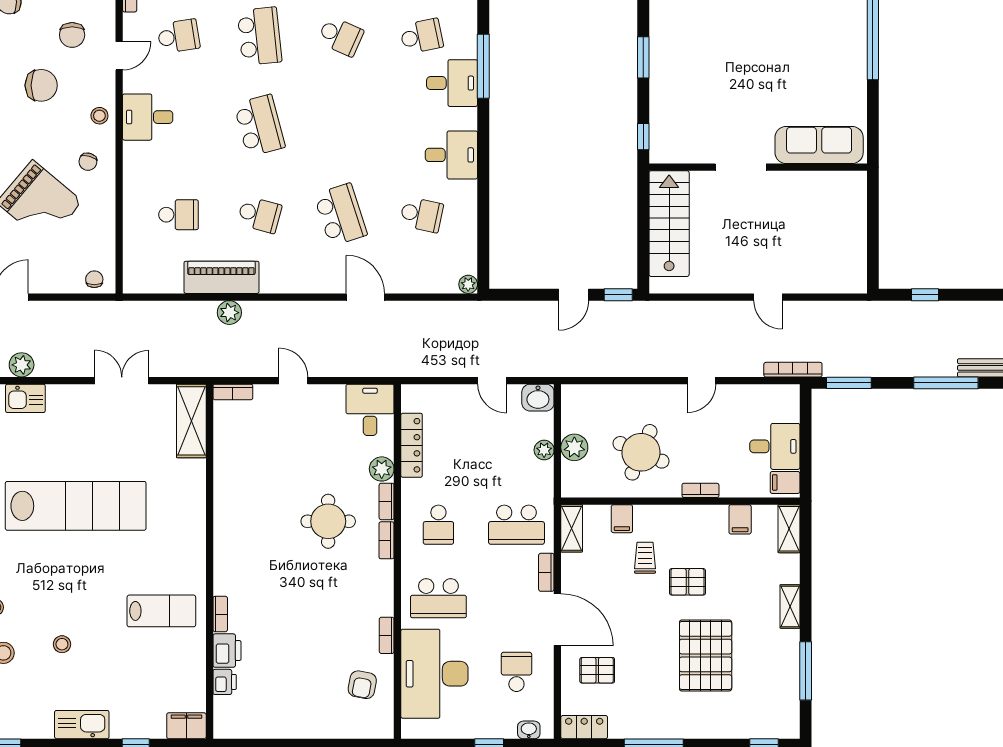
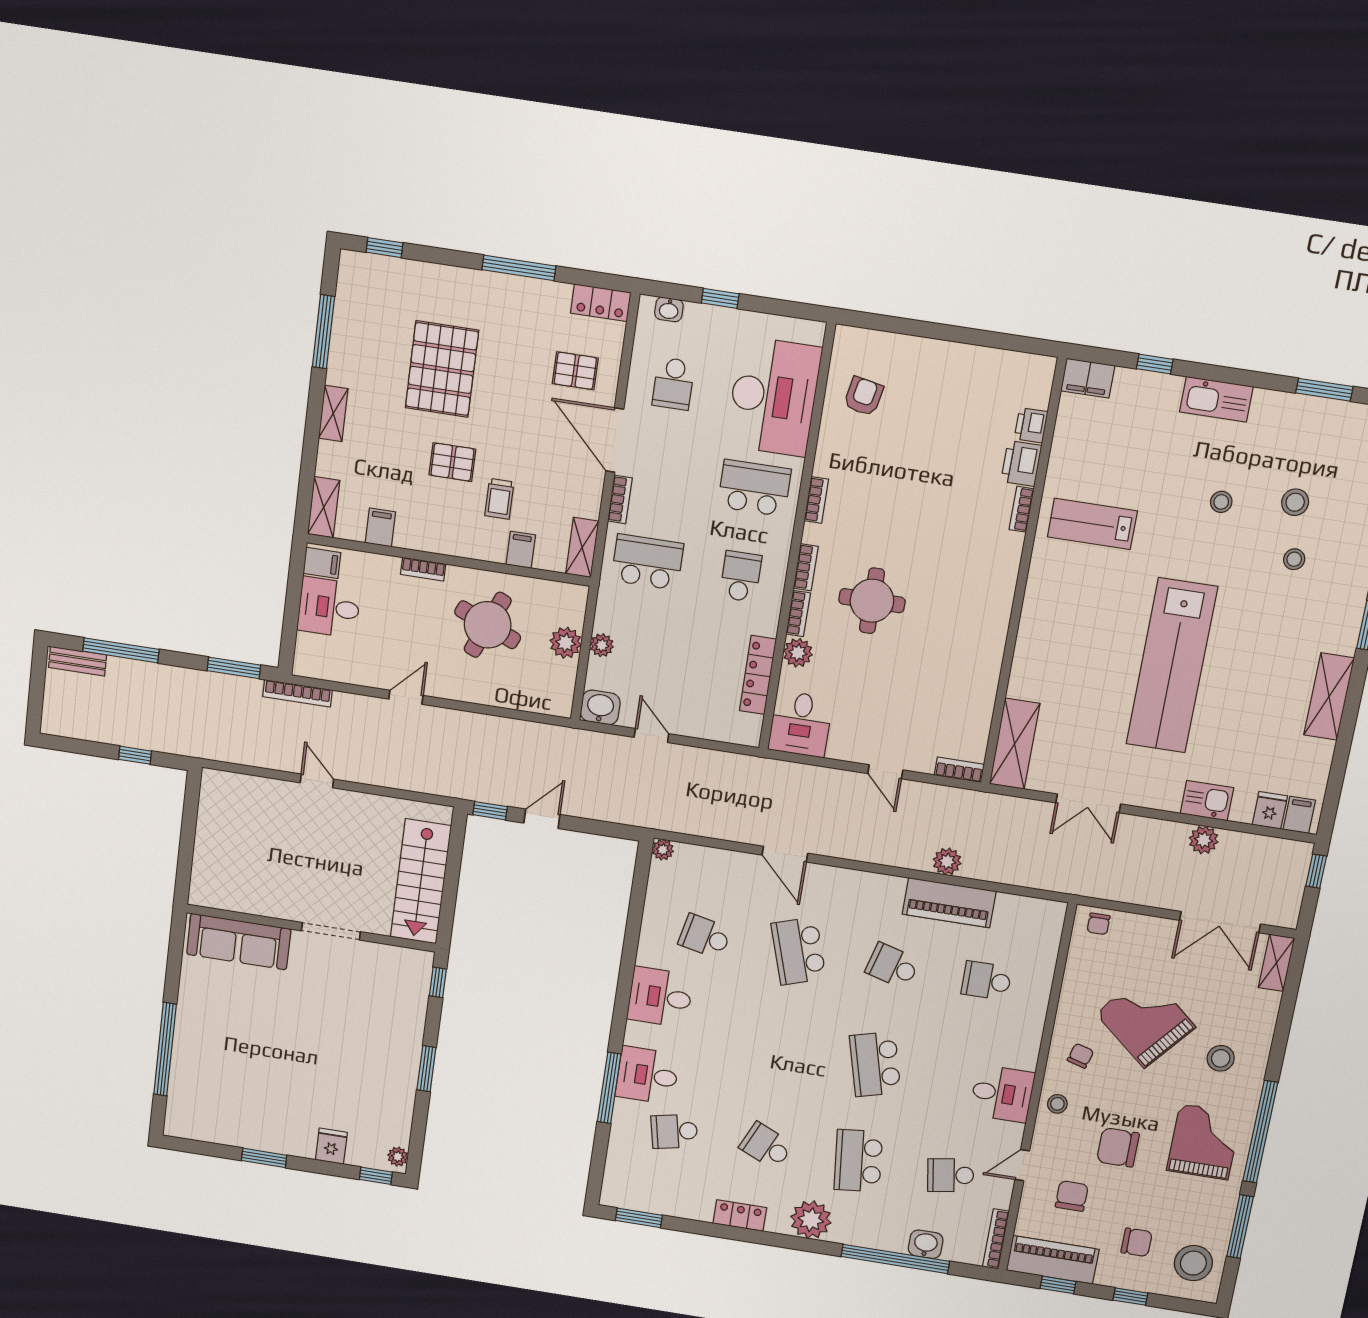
lab bench: (76, 506) -> (1172, 666), turned -90
bookcase: (387, 635) -> (816, 500), moved

